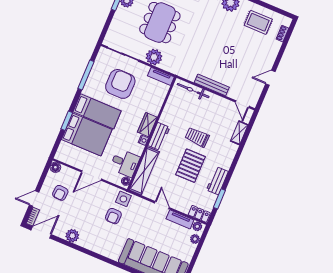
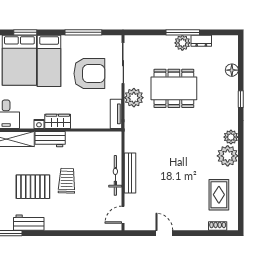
bicycle: (193, 91) -> (115, 175), moved
shelving: (239, 133) -> (91, 225), removed

